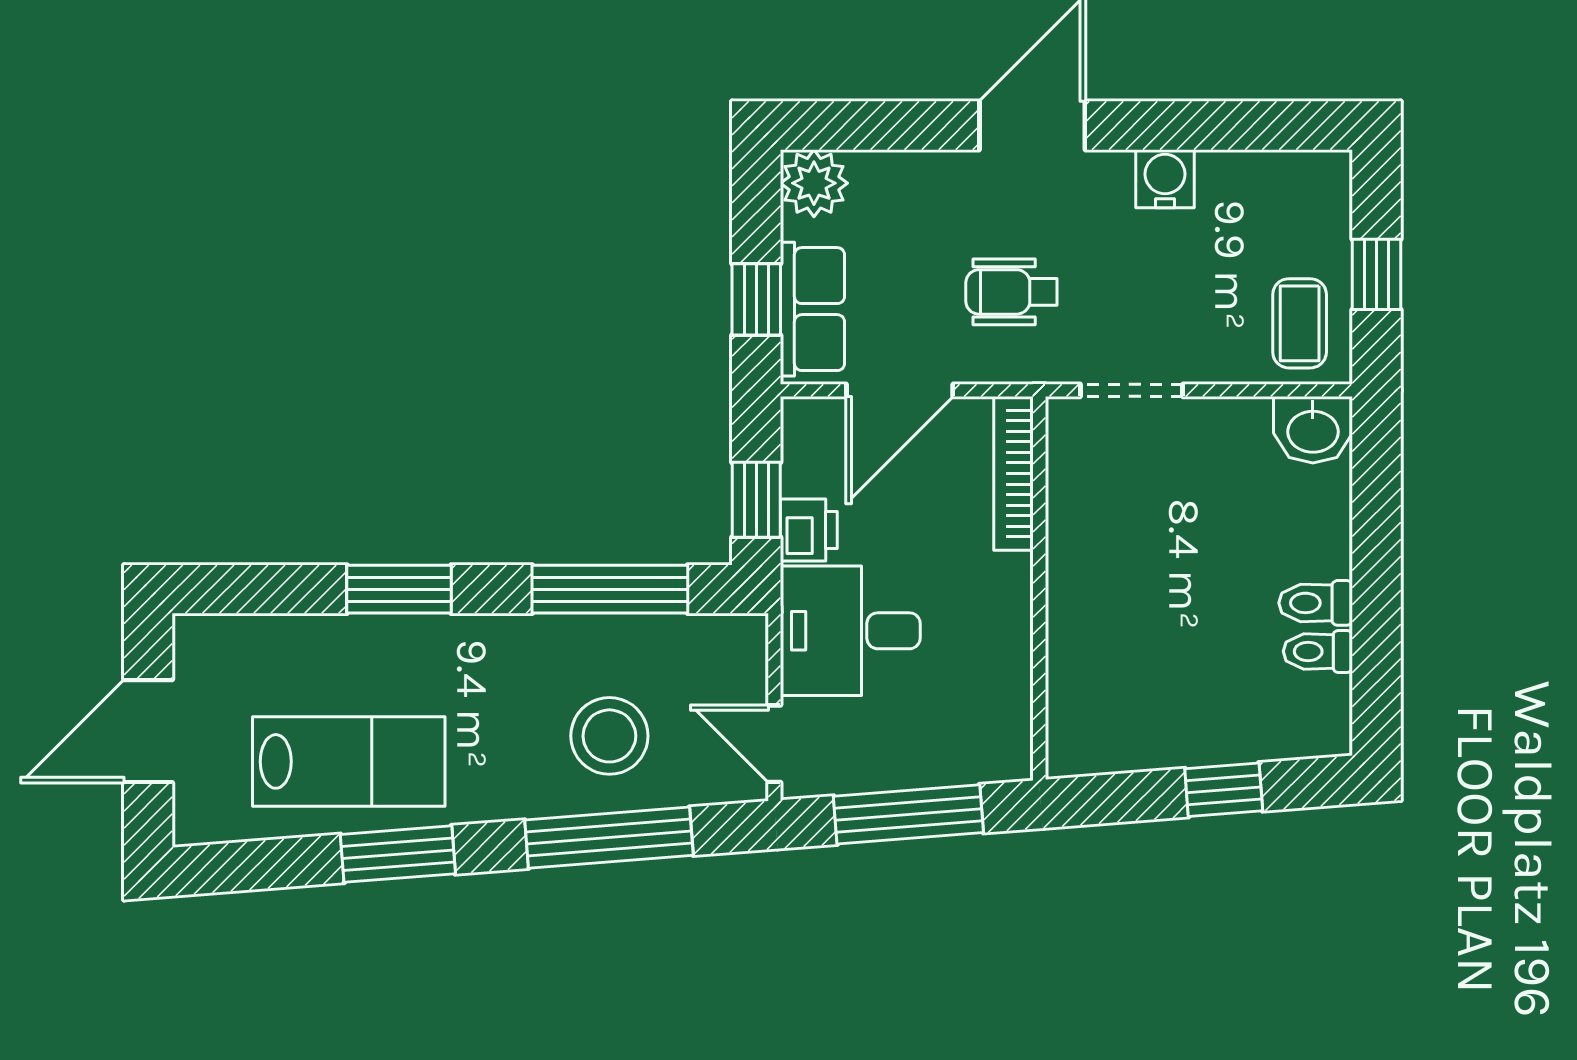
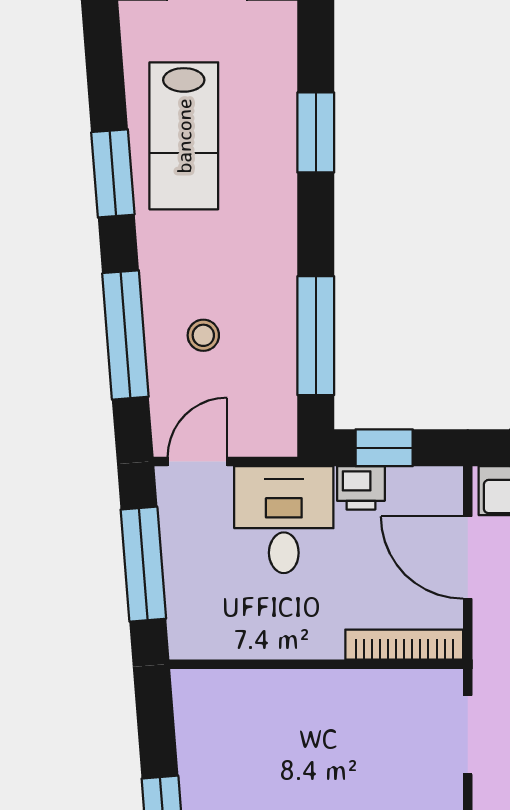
window: (399, 589) -> (316, 132), moved
stool: (609, 736) -> (203, 335), width x0.53, depth x0.53

